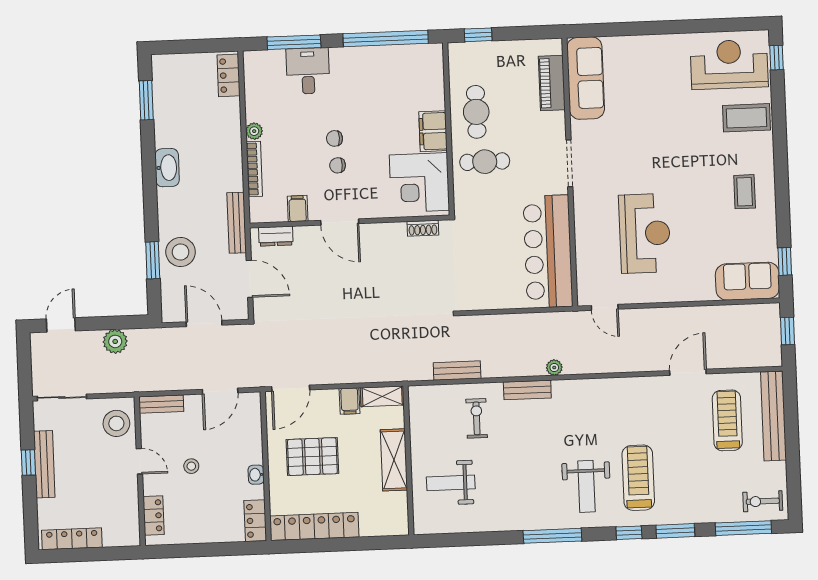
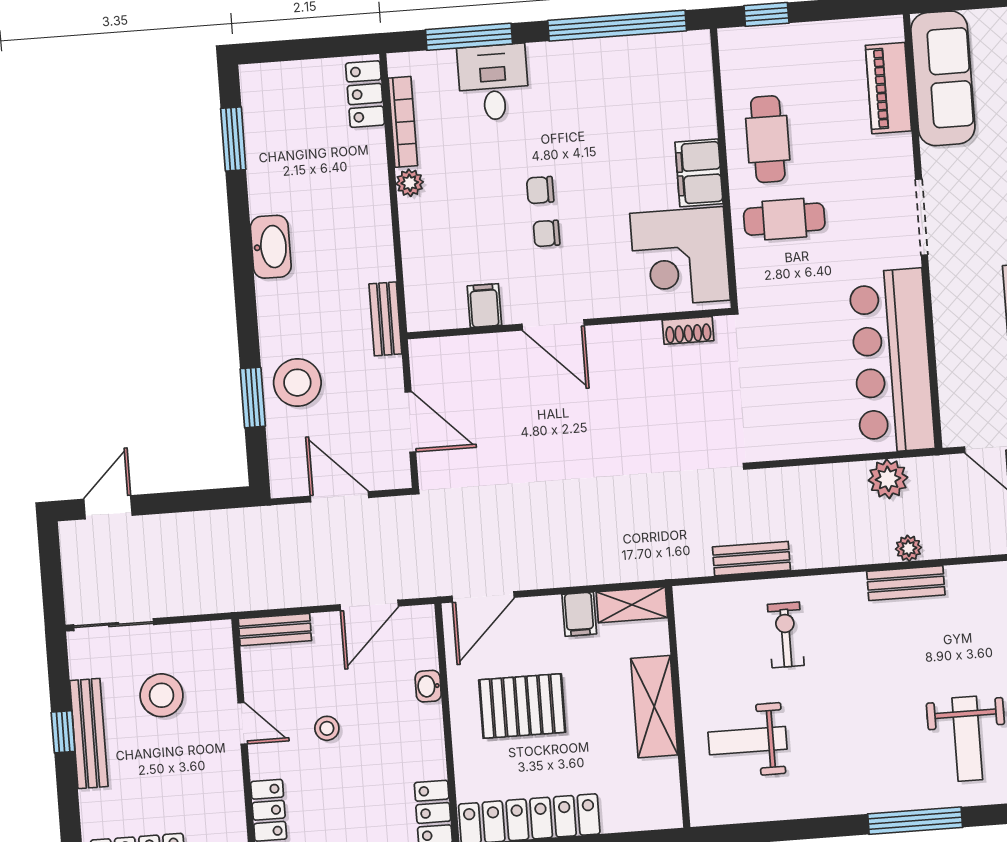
bookcase: (254, 169) -> (403, 122), moved
bench: (237, 223) -> (385, 319), width x0.73
dresser: (276, 236) -> (451, 351), removed
plant: (115, 341) -> (888, 479), moved
bench: (527, 390) -> (906, 583), moved
stool: (116, 423) -> (162, 695), moved
washbasin: (256, 475) -> (428, 686), moved

